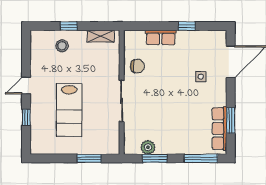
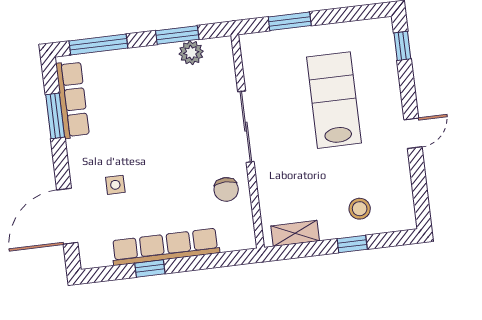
row of seats: (161, 37) -> (165, 247), width x2.02
chair: (137, 66) -> (226, 189), turned -90
window: (26, 117) -> (402, 46), moved

